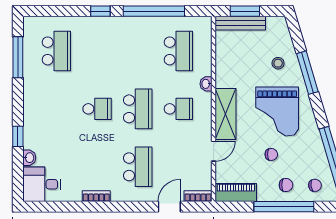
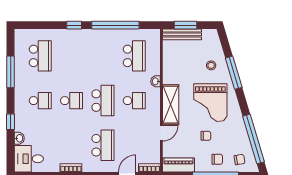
window: (18, 57) -> (11, 72), moved
school desk: (56, 109) -> (40, 101), added

